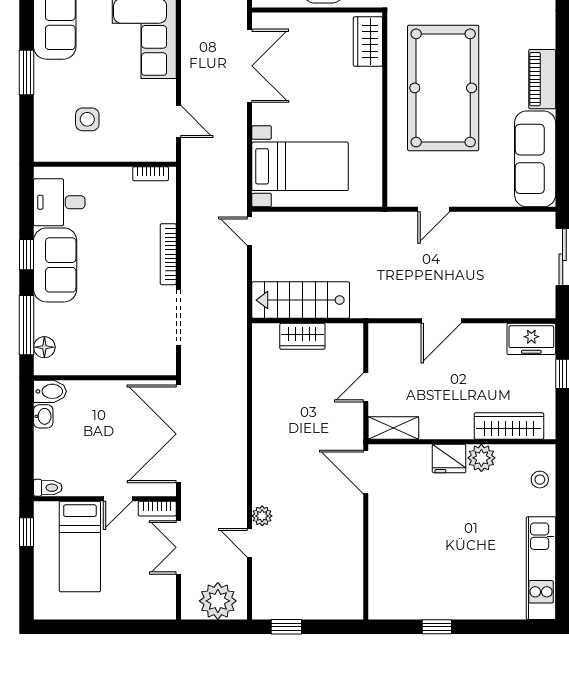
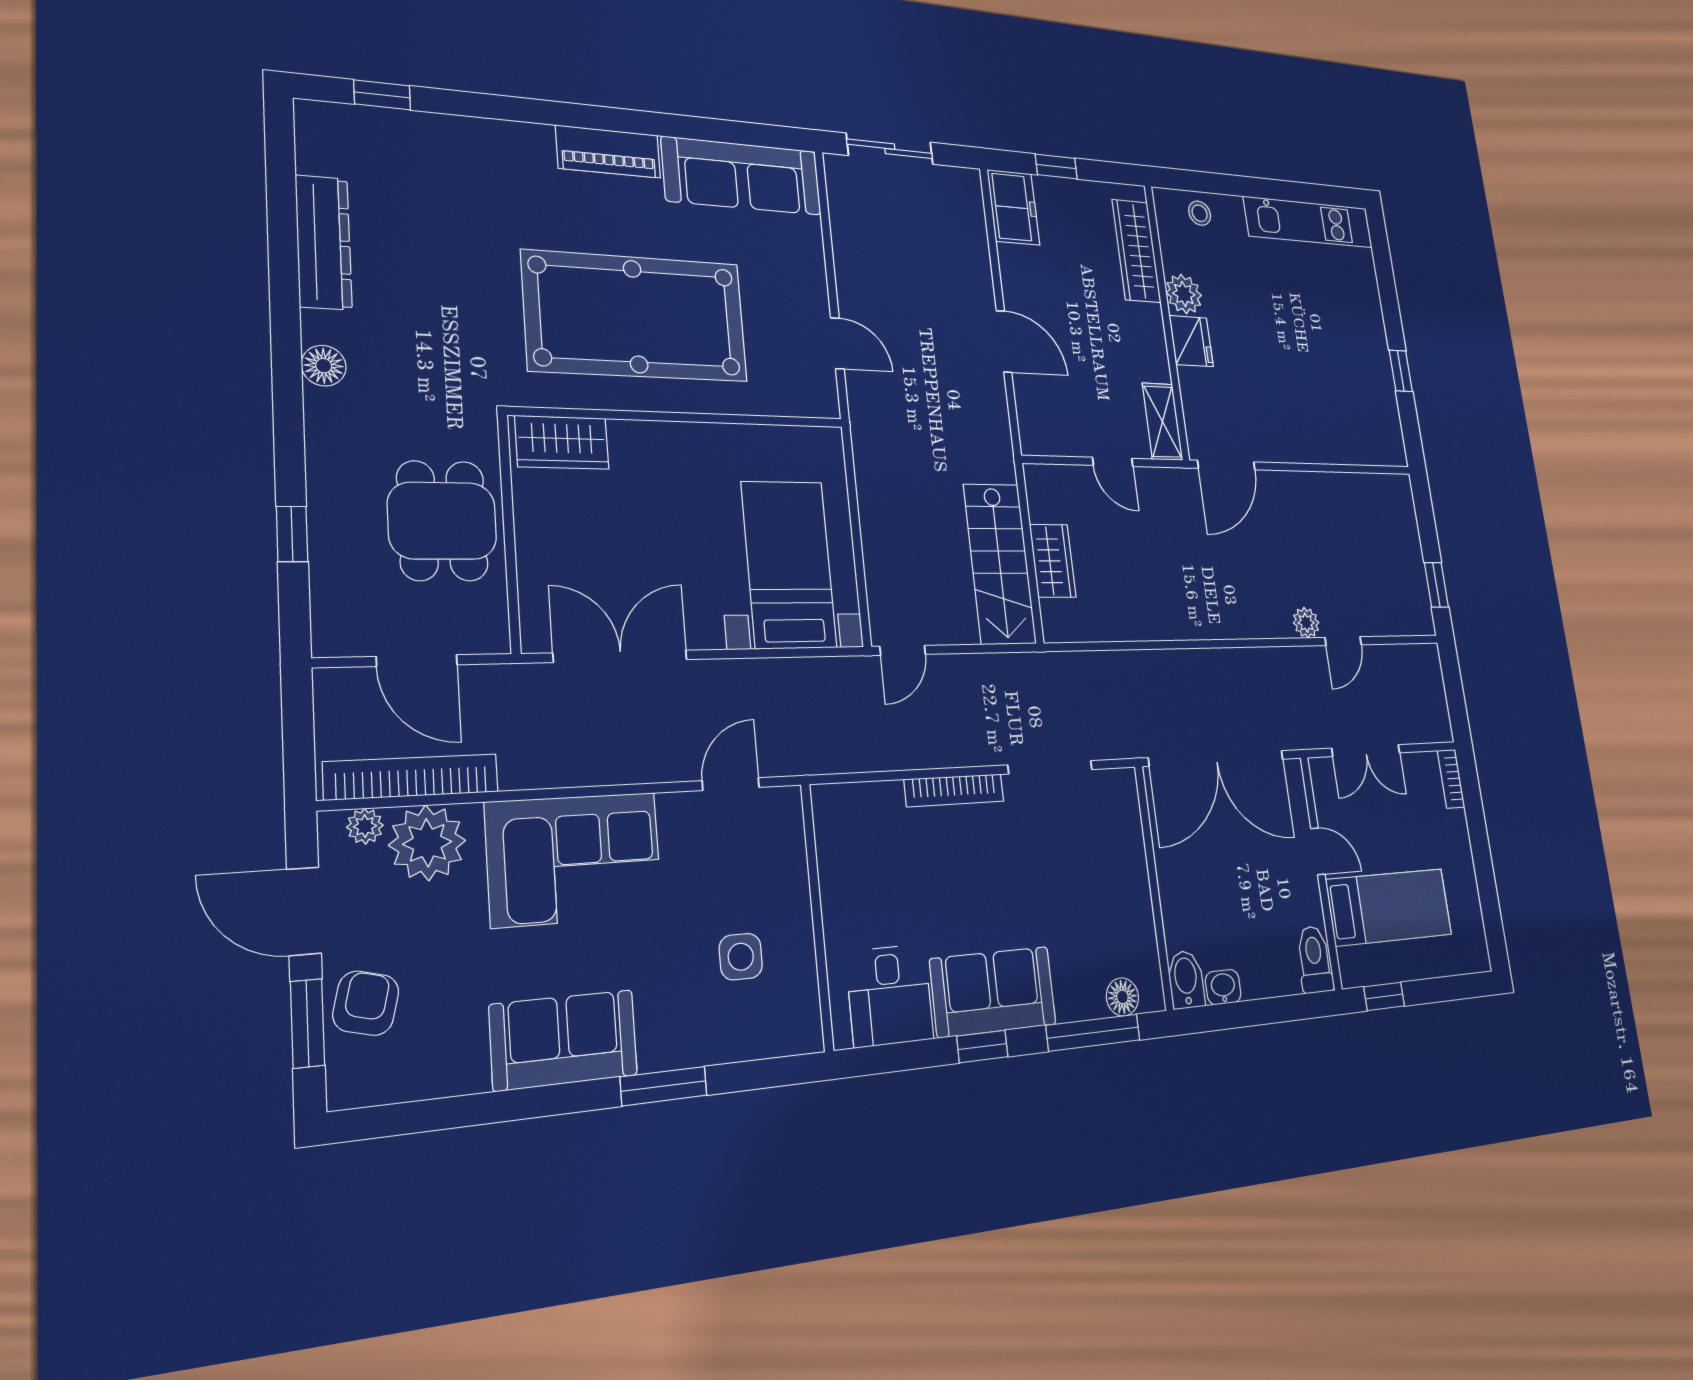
bookcase: (151, 174) -> (825, 830), removed
toilet: (48, 488) -> (1315, 959), width x1.37, depth x1.39
bookcase: (157, 509) -> (1451, 779), moved, turned 180
plant: (218, 601) -> (1422, 687), removed

